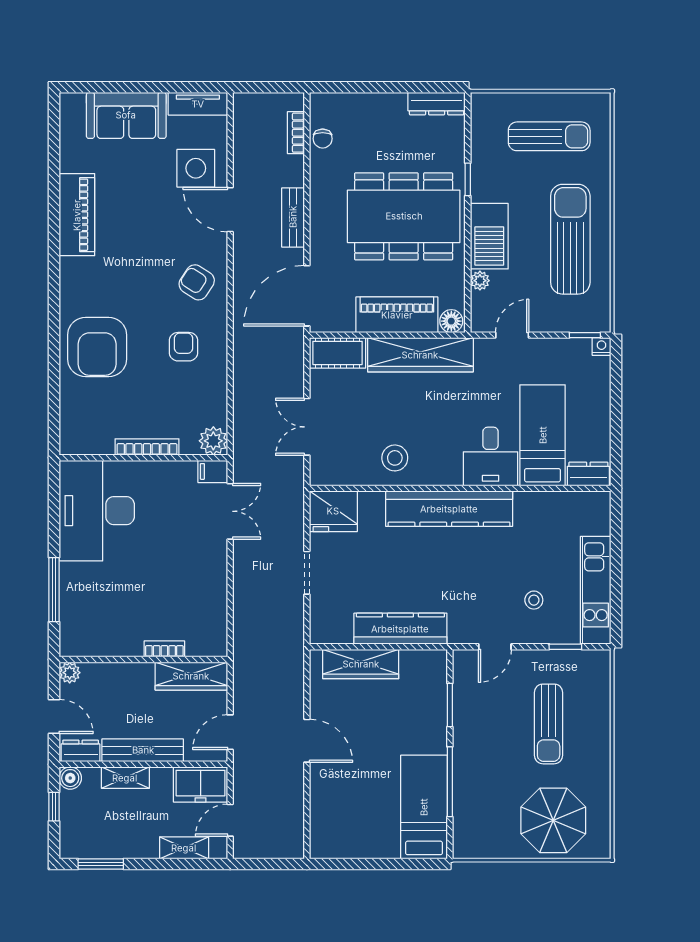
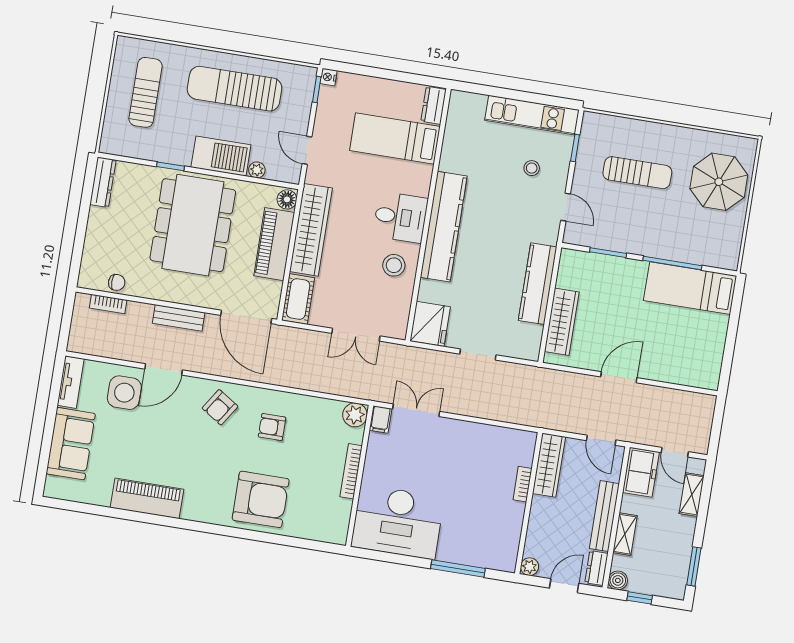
desk: (491, 457) -> (400, 217), moved

